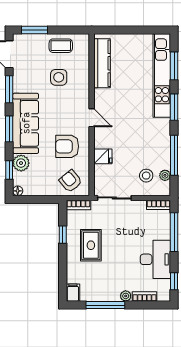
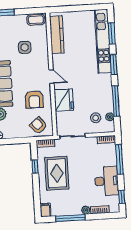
coffee table: (61, 46) -> (36, 20), moved
armchair: (67, 146) -> (34, 99), turned -90
fridge: (103, 156) -> (64, 100), width x1.88, depth x1.34
rug: (91, 245) -> (57, 173), width x1.36, depth x1.43

